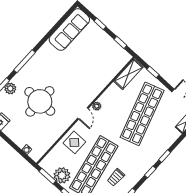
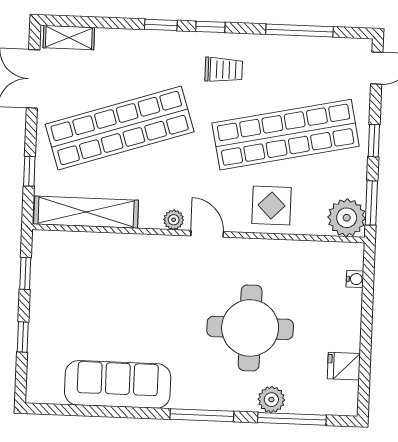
sofa: (69, 30) -> (118, 384), moved
shelving: (128, 74) -> (86, 212), width x1.47
door: (83, 113) -> (207, 234), hinge flipped
plant: (62, 175) -> (347, 218), moved
trolley: (116, 177) -> (224, 70), moved

